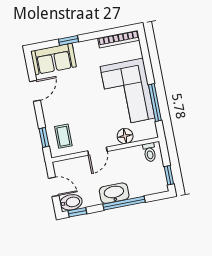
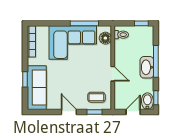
sofa: (53, 59) -> (37, 88), width x1.36
door: (35, 91) -> (69, 112), moved
floor lamp: (125, 136) -> (105, 38), moved

